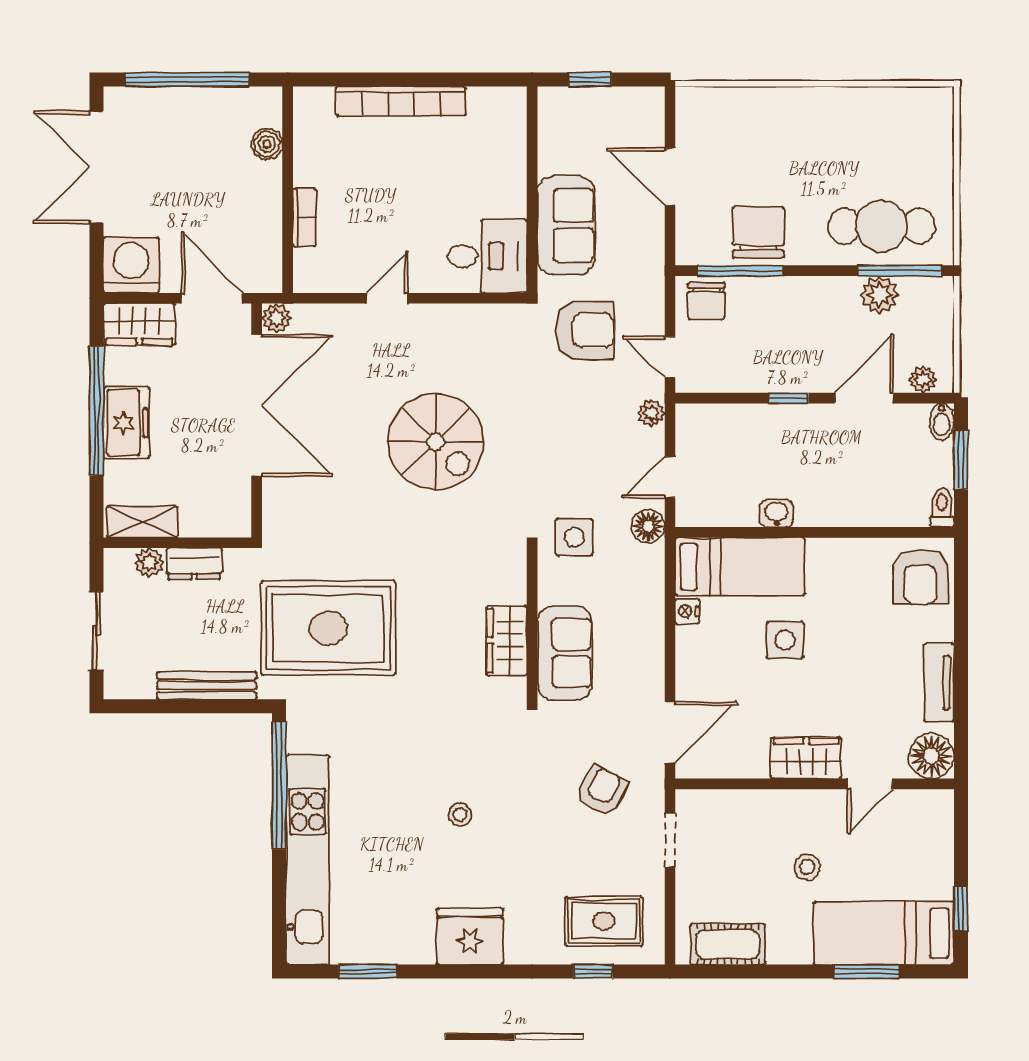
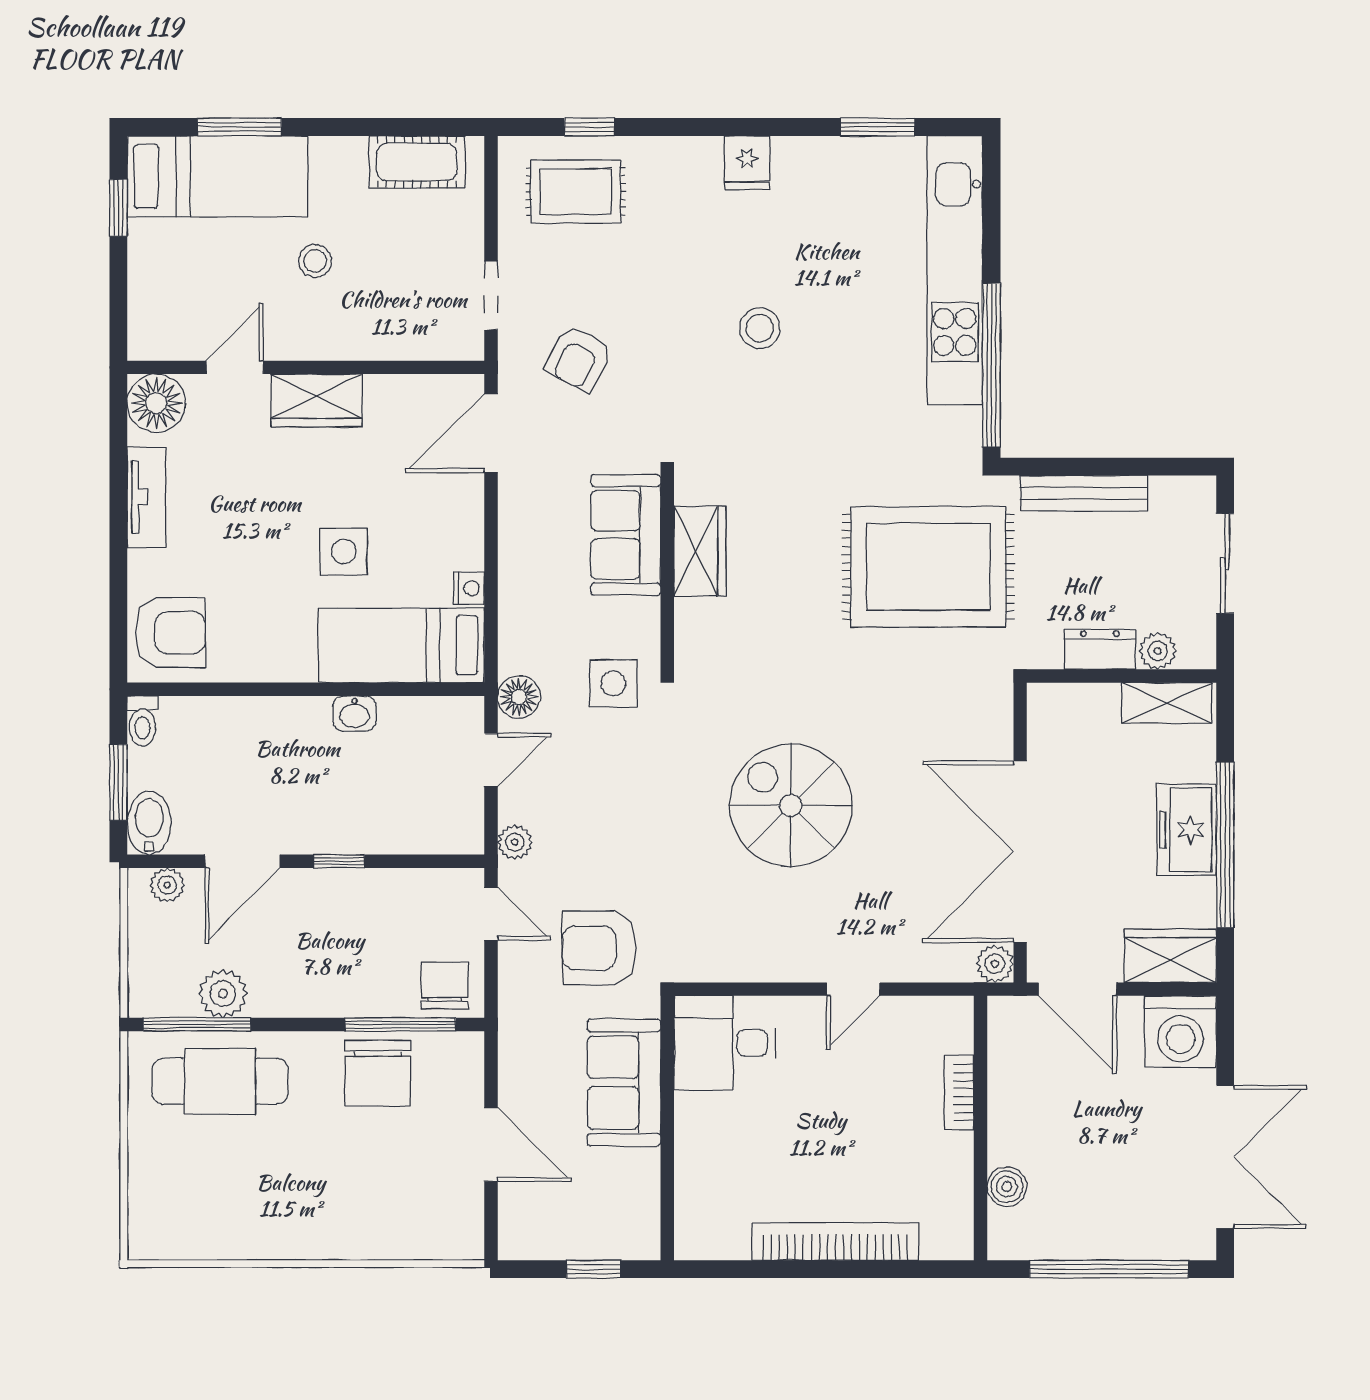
bidet: (942, 421) -> (149, 823), width x1.38, depth x1.36
armchair: (920, 577) -> (170, 633), turned 90
stool: (460, 814) -> (760, 328), width x1.37, depth x1.37
fridge: (470, 937) -> (747, 163), width x0.53, depth x0.75

